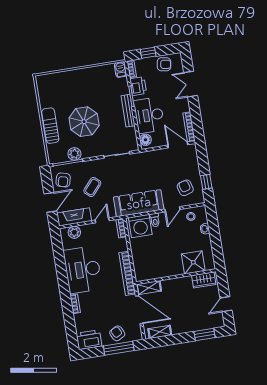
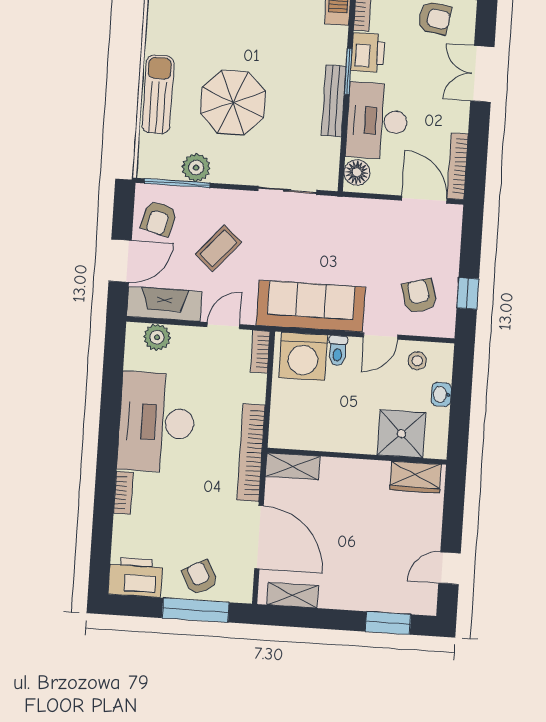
shower: (193, 262) -> (401, 434), moved
wall: (176, 277) -> (357, 456), moved
wardrobe: (204, 280) -> (415, 477), moved
shelving: (149, 288) -> (293, 466), moved

